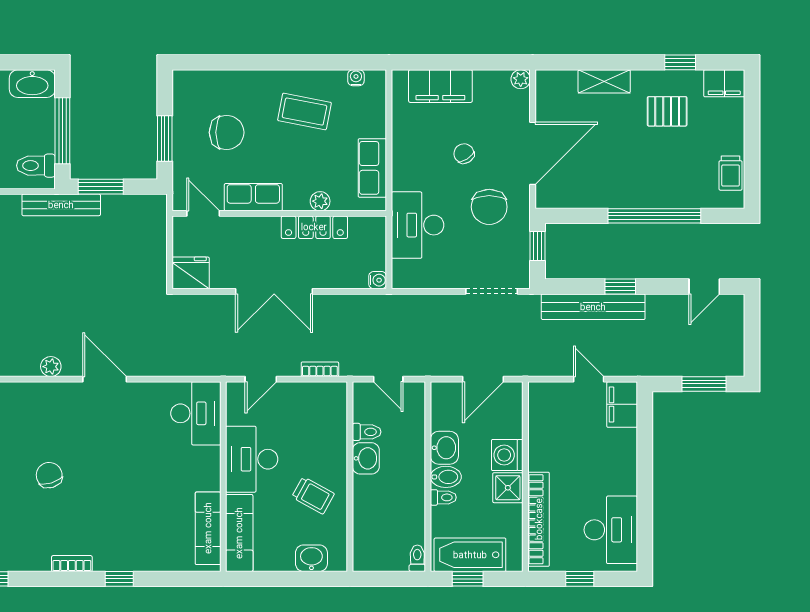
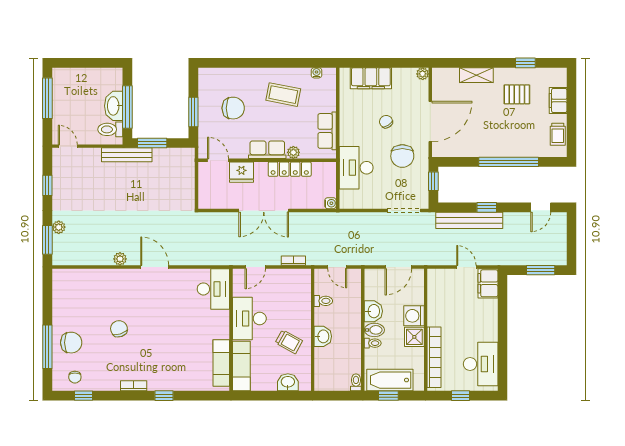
filing cabinet: (724, 83) -> (558, 101), moved, turned 90
washbasin: (32, 84) -> (114, 106), moved, turned 90
row of seats: (253, 197) -> (267, 150), moved
fridge: (191, 273) -> (241, 172), moved, turned 180
washbasin: (366, 458) -> (323, 336), moved

